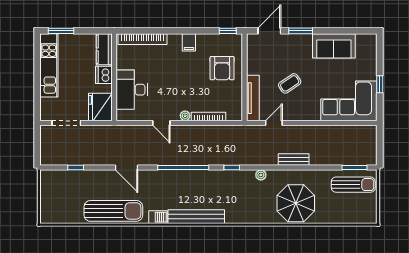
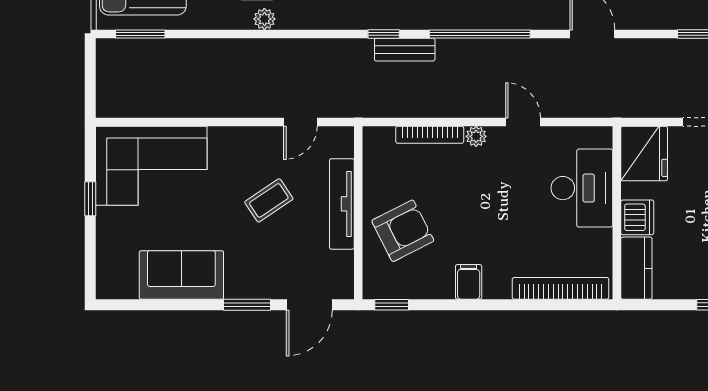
armchair: (222, 68) -> (403, 231), turned 63
tv unit: (253, 98) -> (342, 204), moved
bench: (294, 160) -> (405, 50), moved
plant: (261, 175) -> (264, 19), moved

